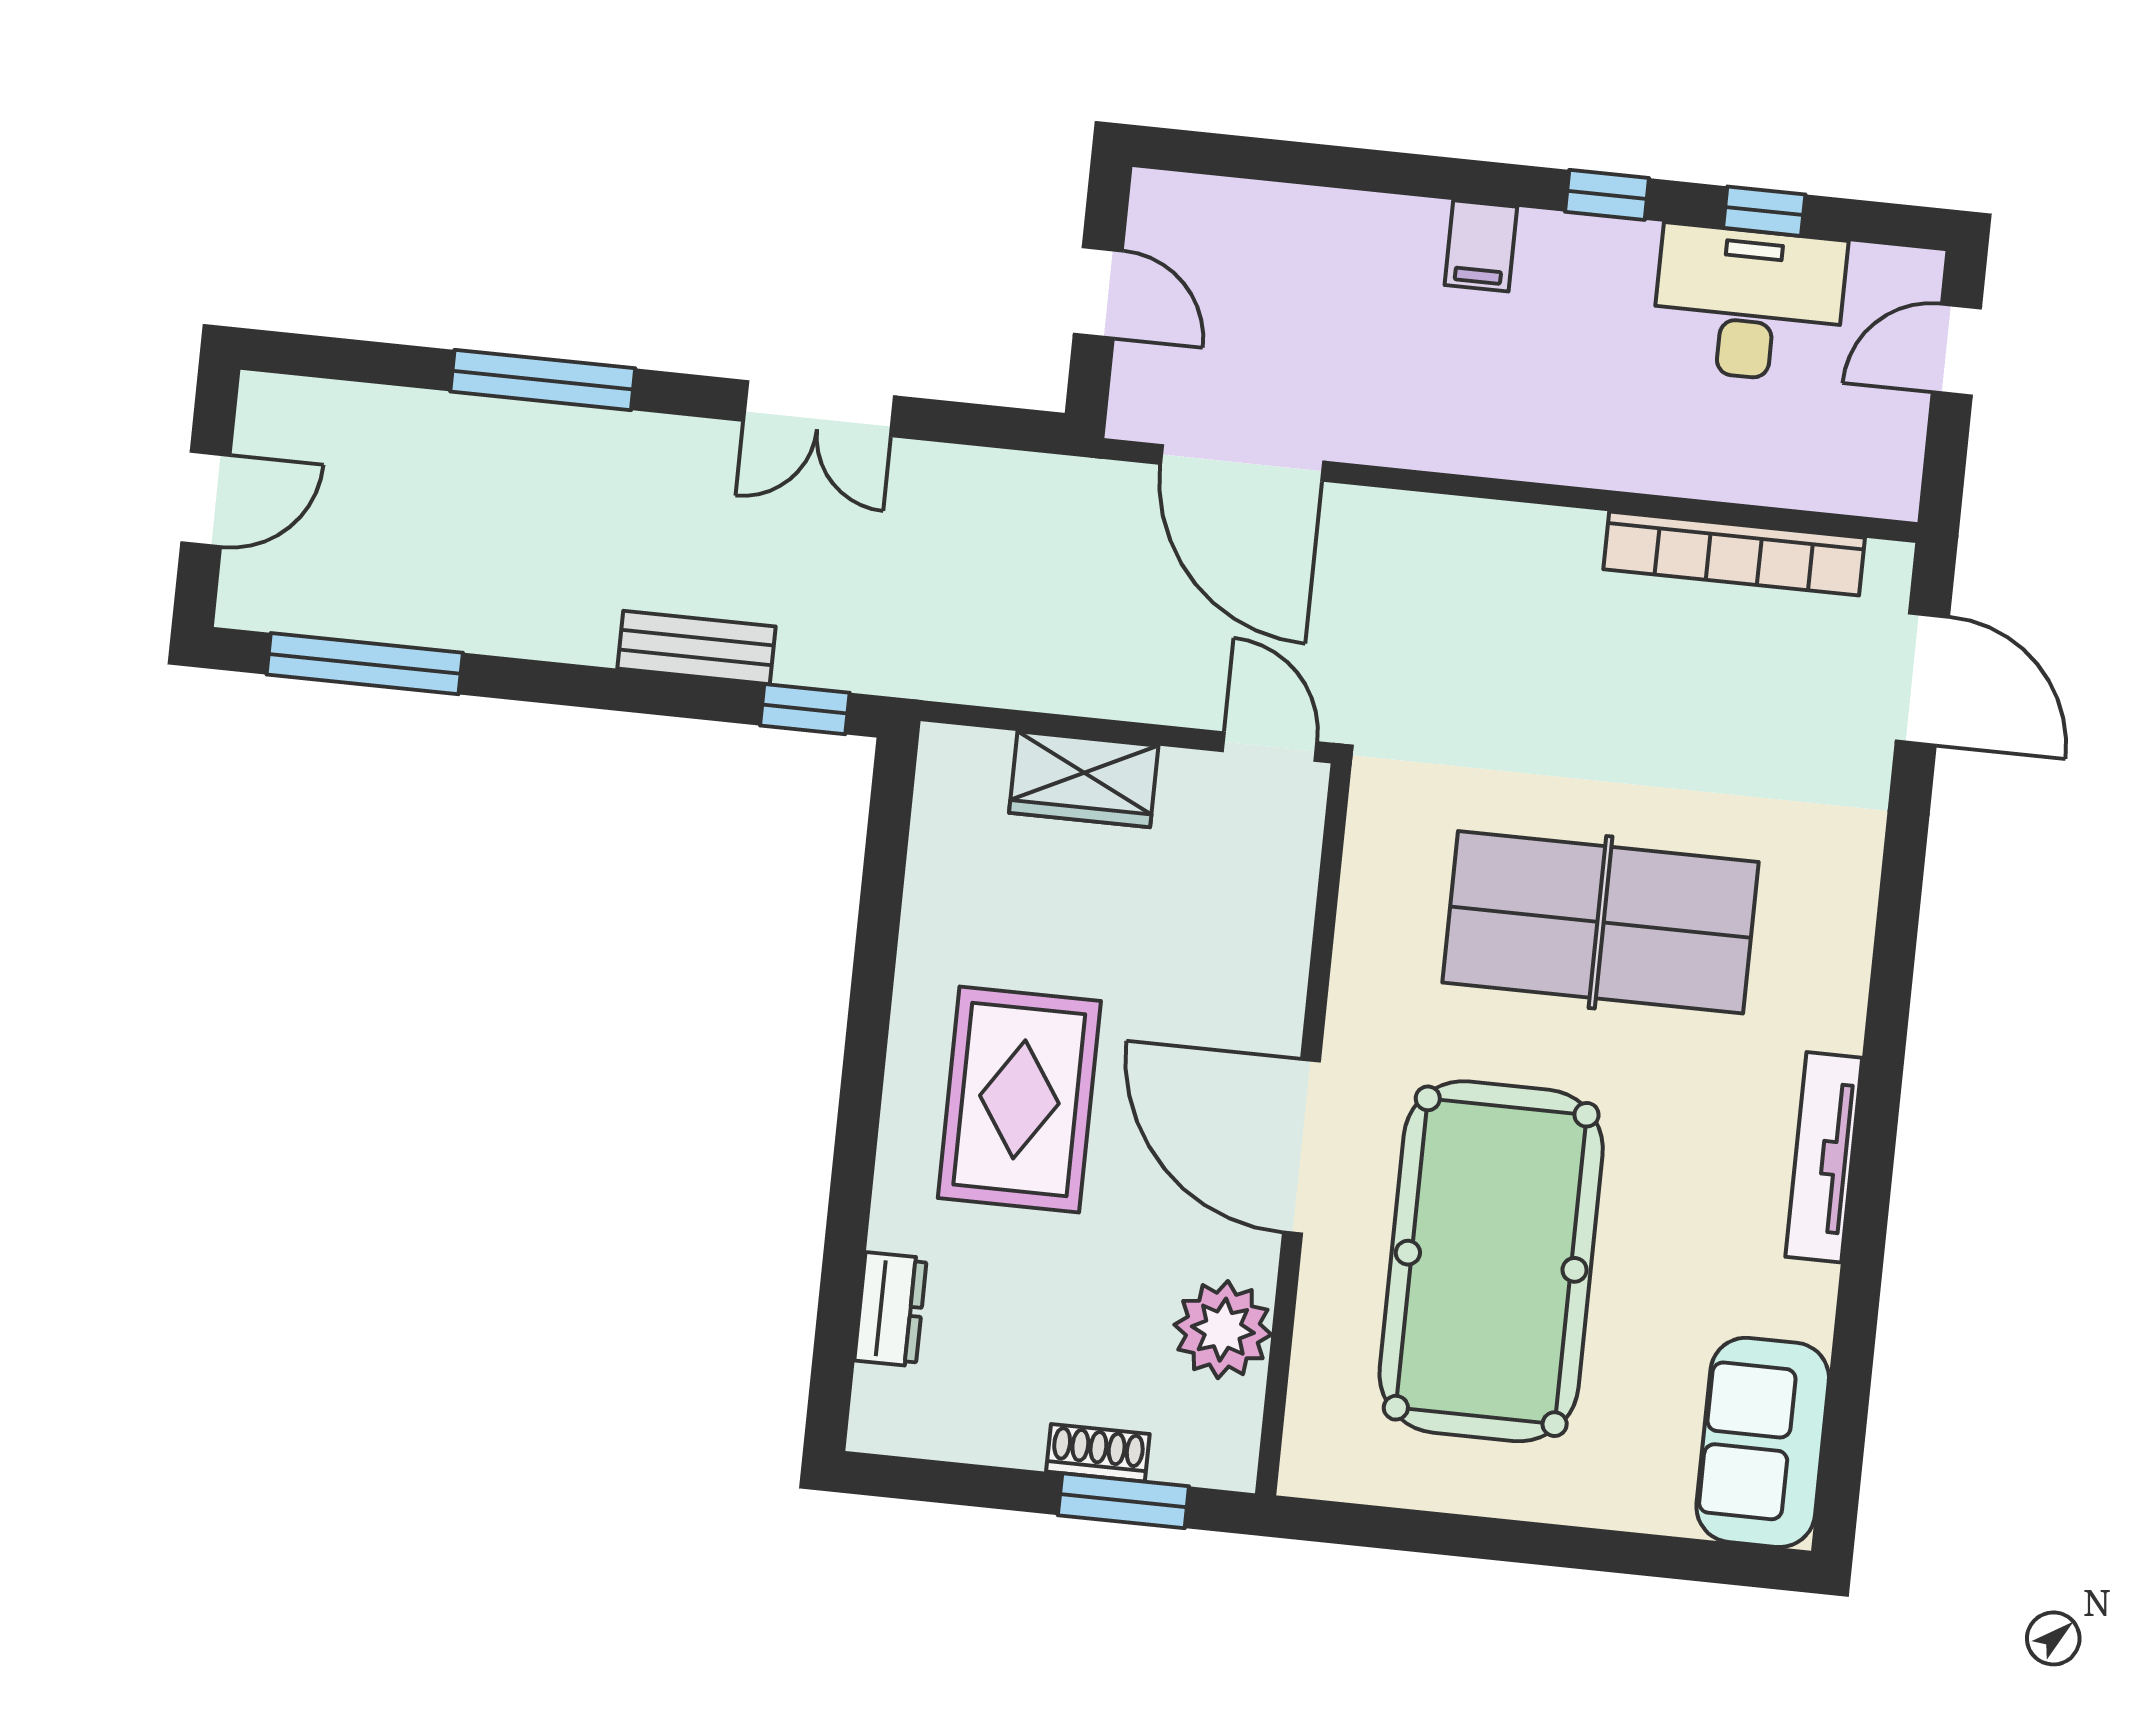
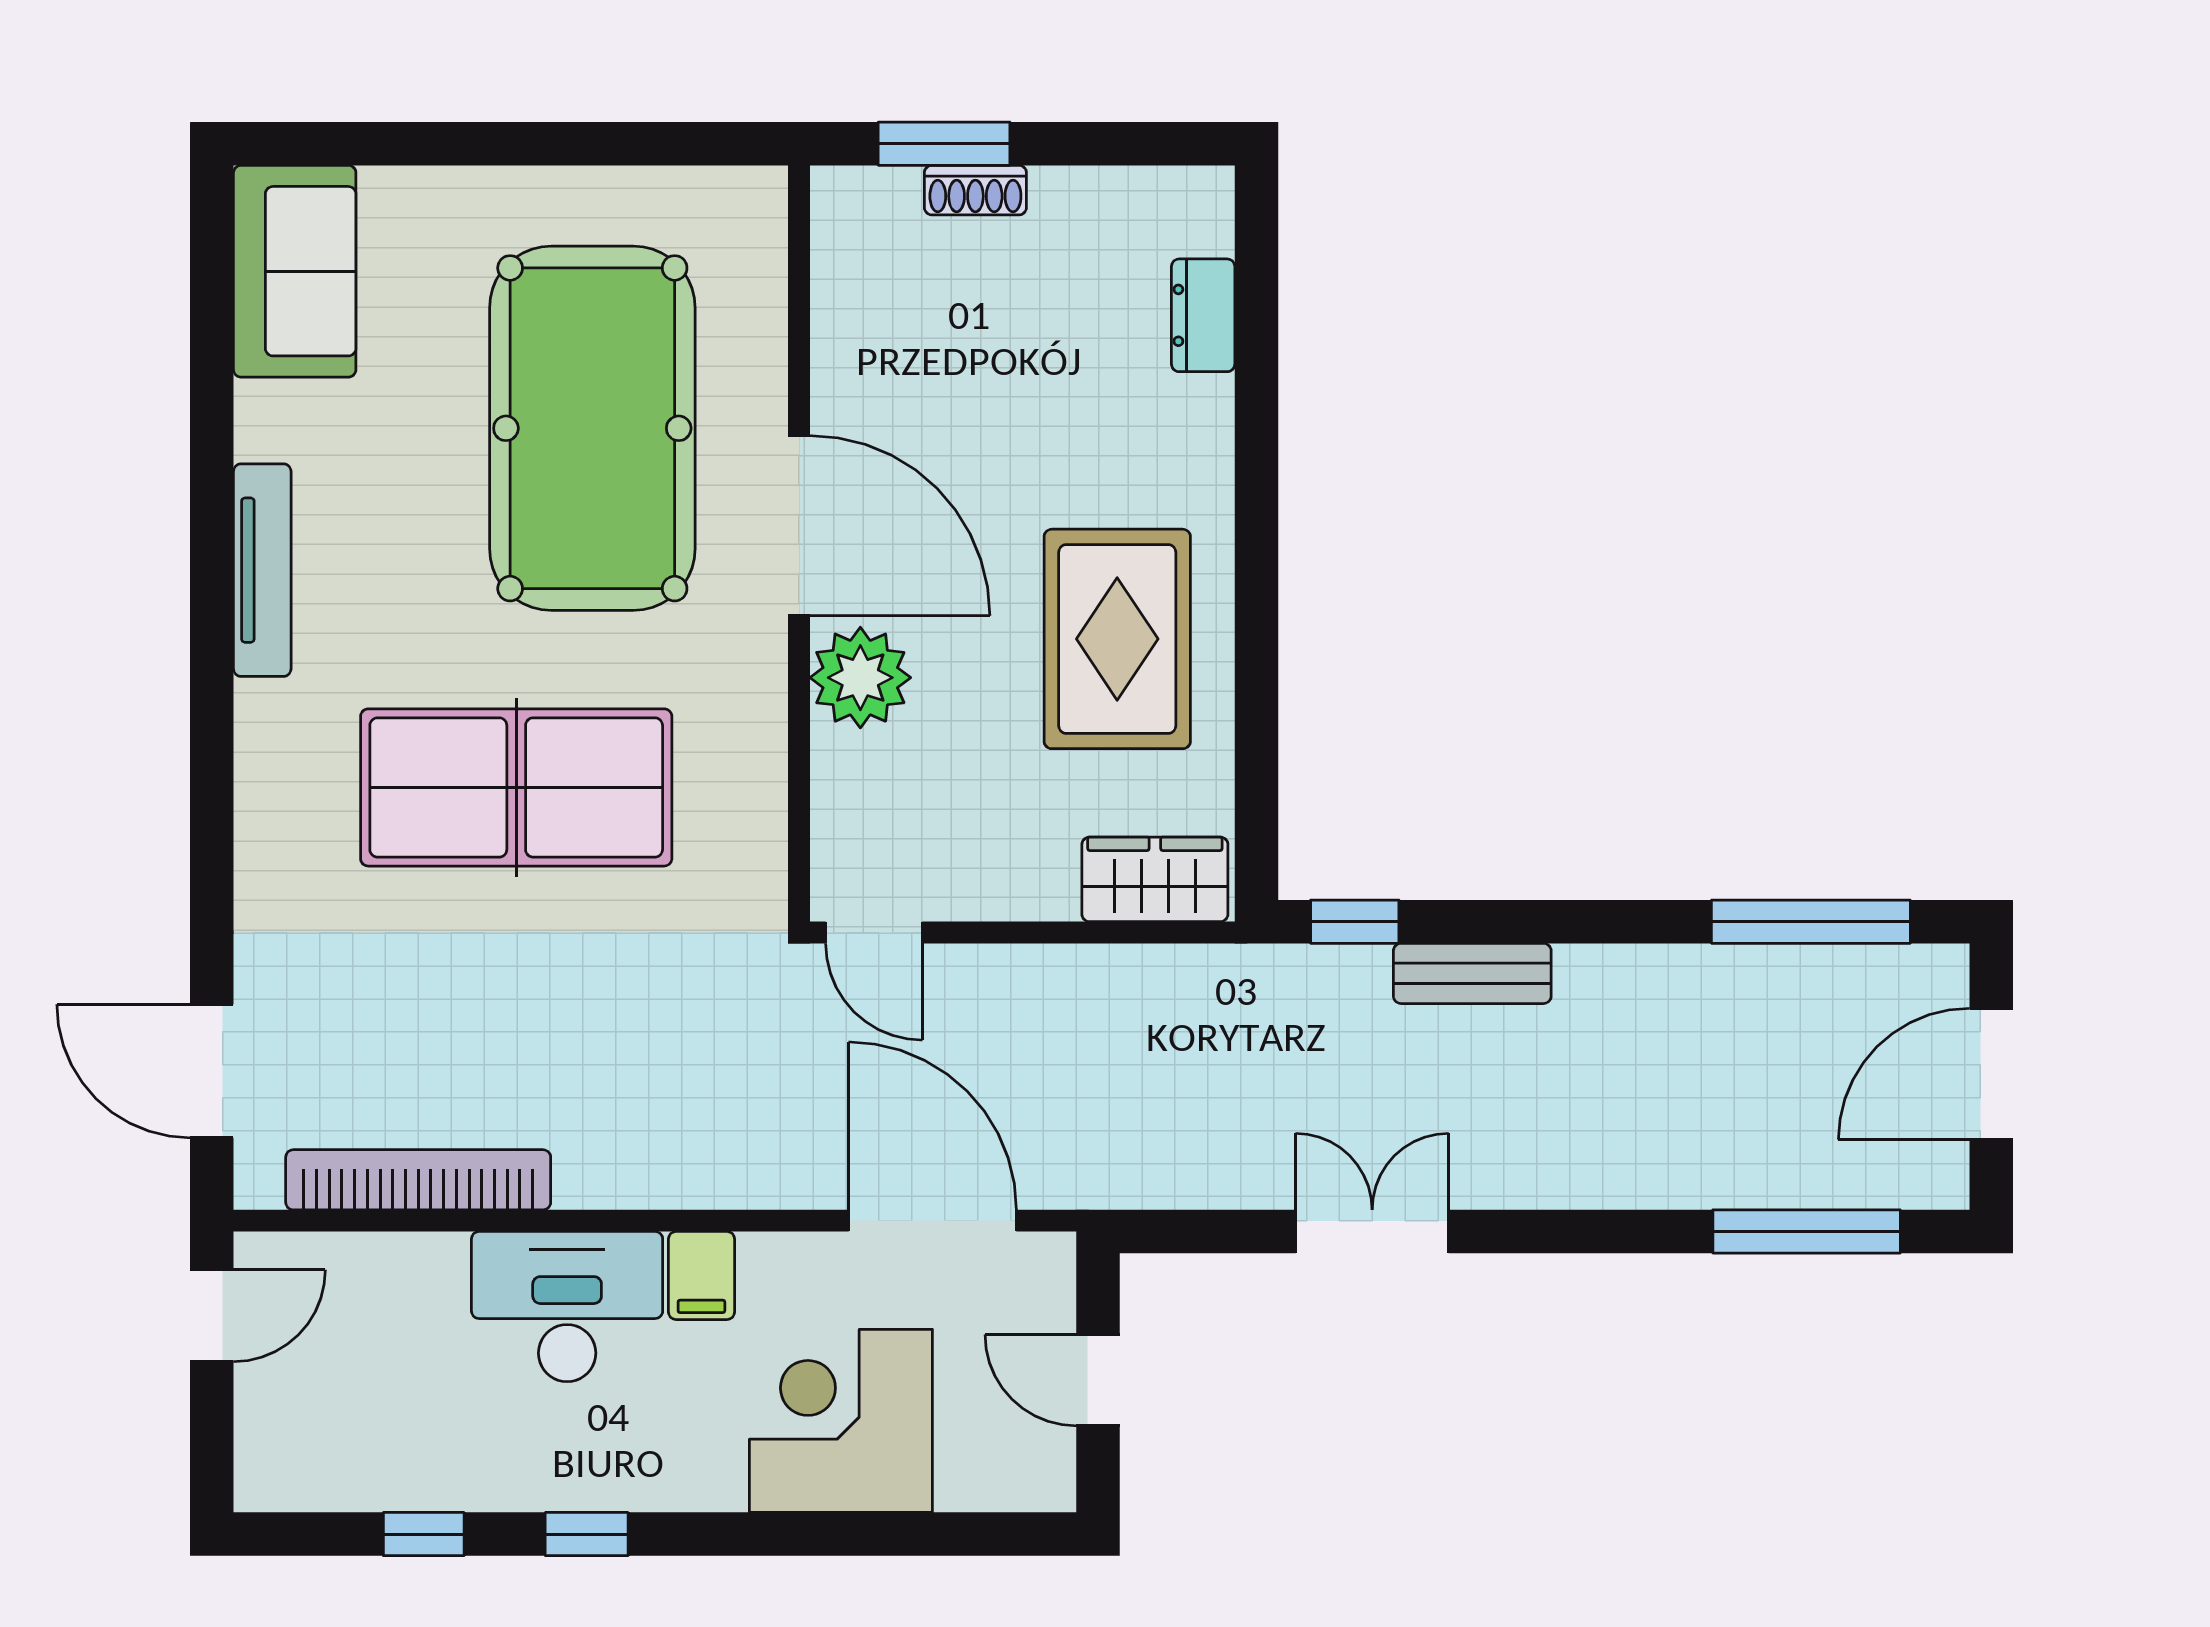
filing cabinet: (1481, 246) -> (701, 1276), moved, turned 180
corner desk: (1350, 279) -> (841, 1421), added
desk: (1749, 304) -> (567, 1307), moved, turned 180
door: (1956, 350) -> (212, 1316), moved
window: (543, 380) -> (1807, 1231), moved
door: (206, 499) -> (1991, 1074), width x1.38
wardrobe: (1084, 779) -> (1155, 879), moved
rug: (1019, 1099) -> (1117, 639), moved
plant: (1223, 1330) -> (860, 678), moved

